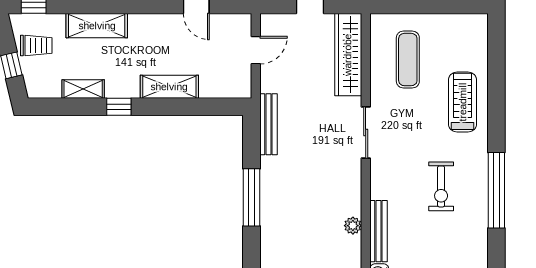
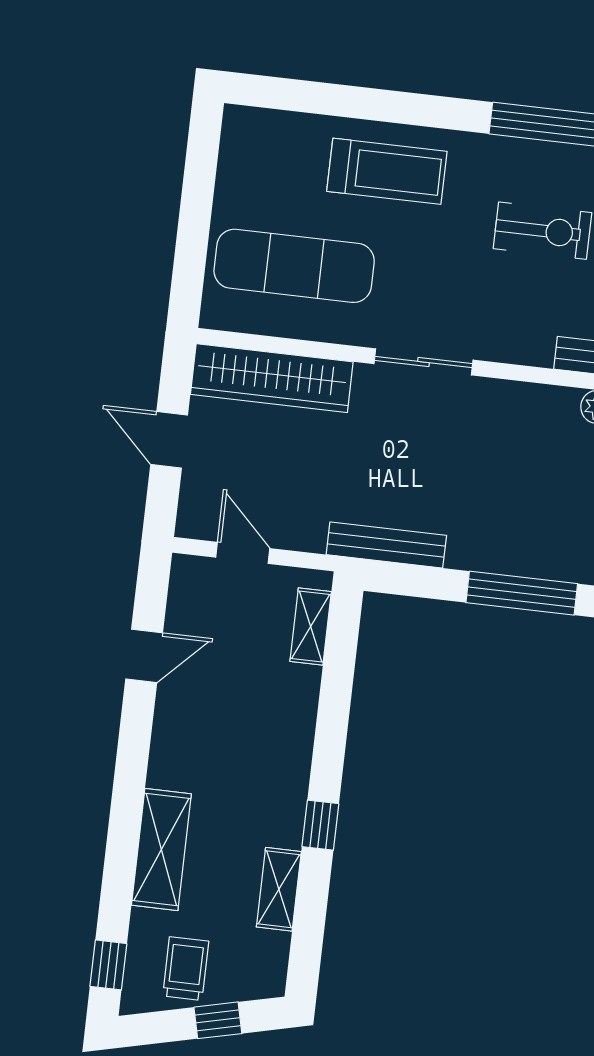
exercise mat: (408, 60) -> (294, 266), width x1.36, depth x1.45
shelving: (169, 87) -> (311, 626), moved, width x0.67, depth x0.75
treadmill: (463, 102) -> (387, 171), turned 180

